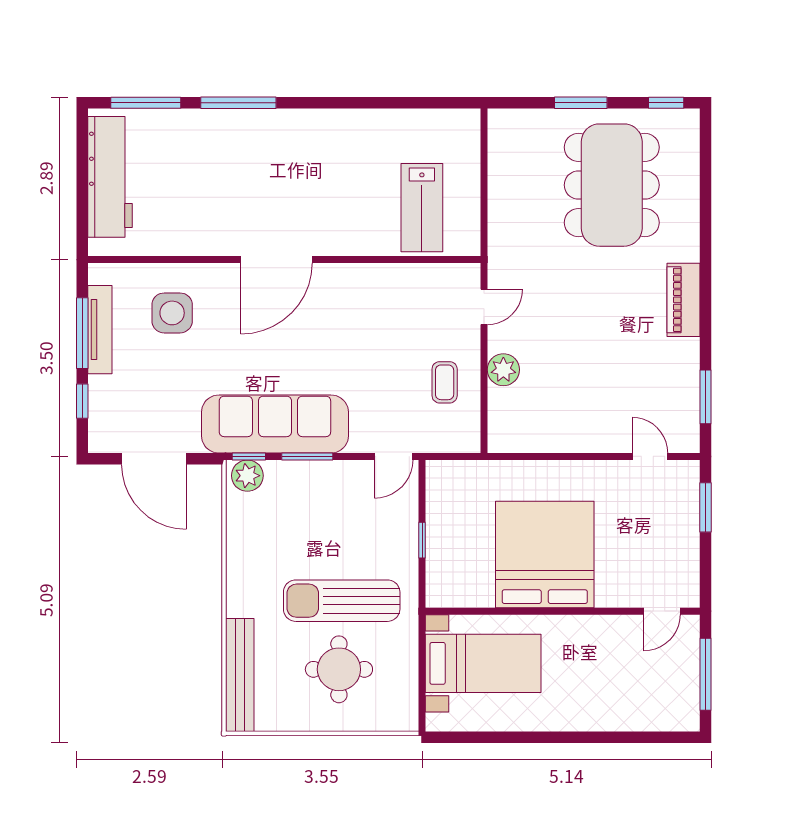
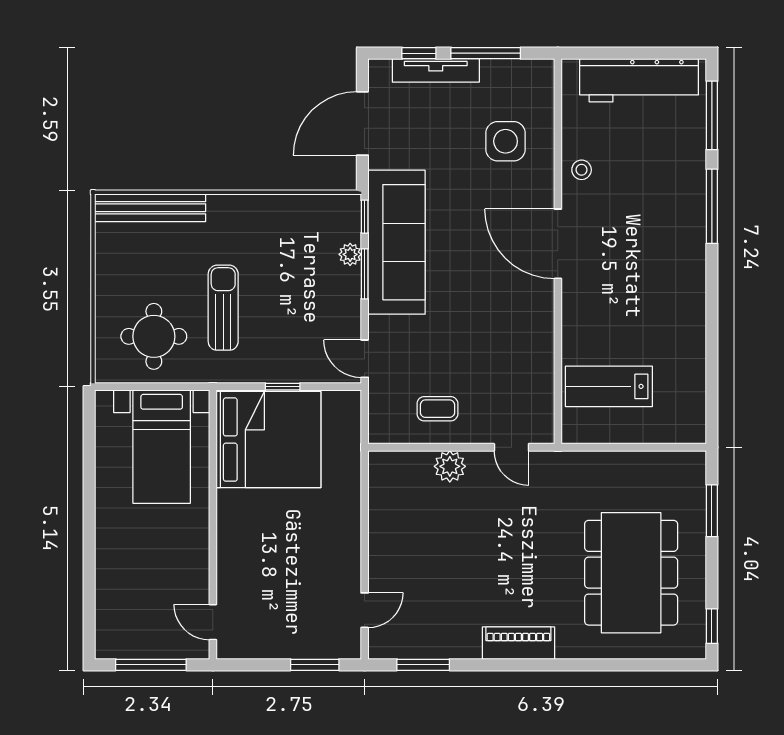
window: (581, 103) -> (712, 511), moved
dining table: (612, 185) -> (631, 573), turned 90
stool: (201, 236) -> (582, 170), added
tv unit: (100, 330) -> (436, 70), moved
plant: (247, 476) -> (350, 254), moved, width x0.73, depth x0.73
bed: (545, 554) -> (268, 440), moved
sun lounger: (342, 601) -> (223, 308), width x0.73, depth x0.75
round table: (339, 669) -> (154, 336), moved

